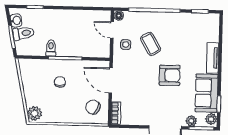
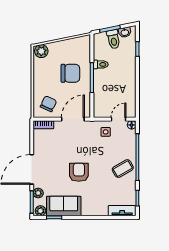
coffee table: (151, 44) -> (123, 169), moved
tv unit: (213, 58) -> (122, 211), moved
armchair: (170, 75) -> (79, 172), turned 180
chair: (60, 82) -> (70, 73), width x1.87, depth x1.87

